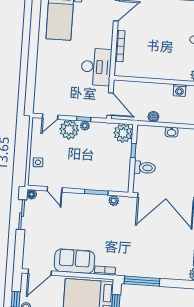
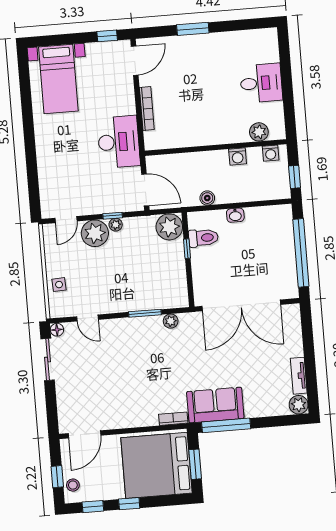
toilet: (145, 168) -> (203, 238), moved
sofa: (74, 261) -> (215, 405), moved

